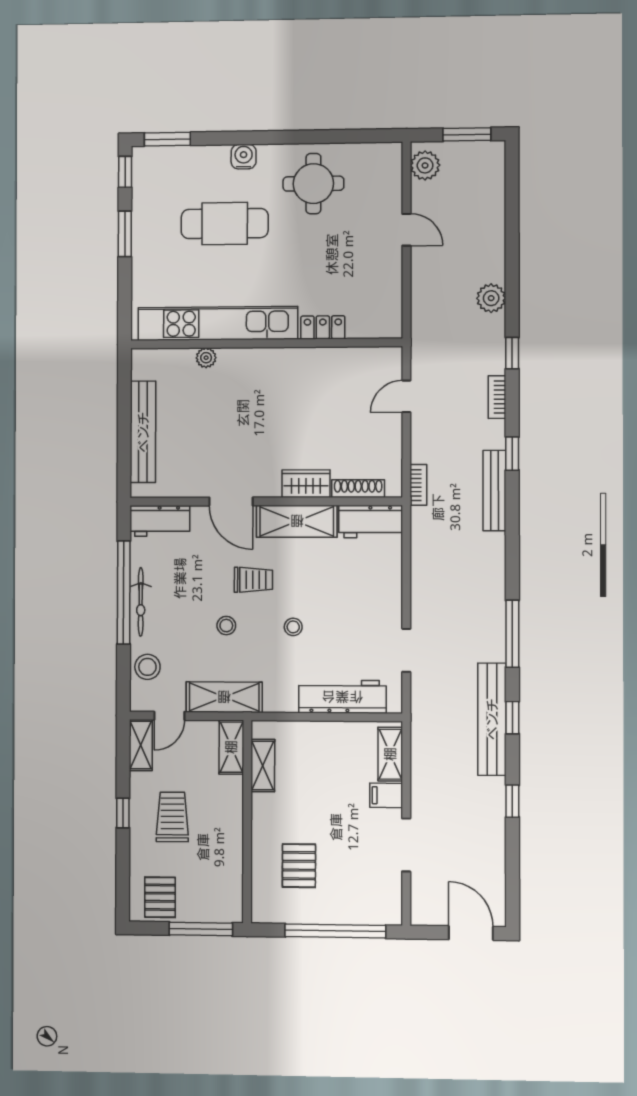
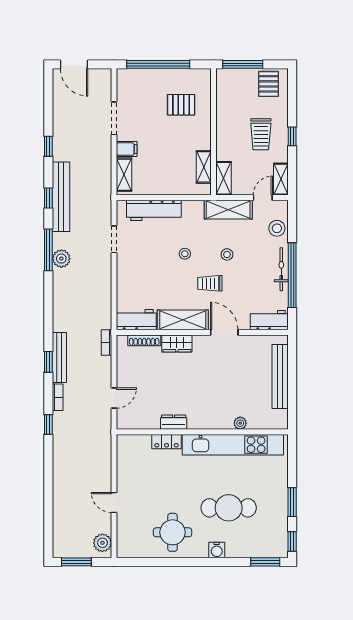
plant: (491, 298) -> (61, 259), moved
dresser: (311, 358) -> (174, 422), added
bench: (494, 491) -> (59, 357), moved
pallet: (299, 866) -> (181, 105), turned 90

